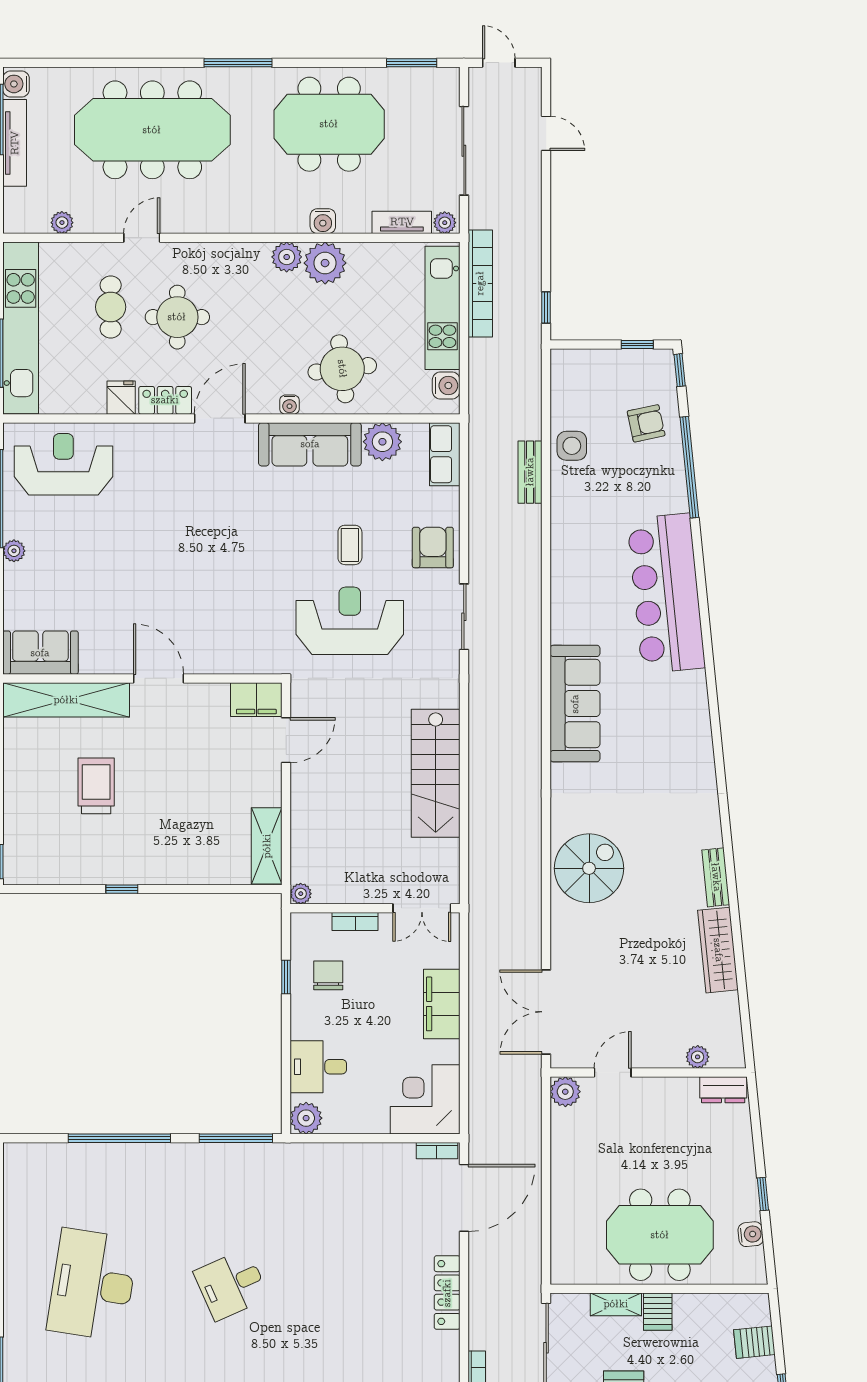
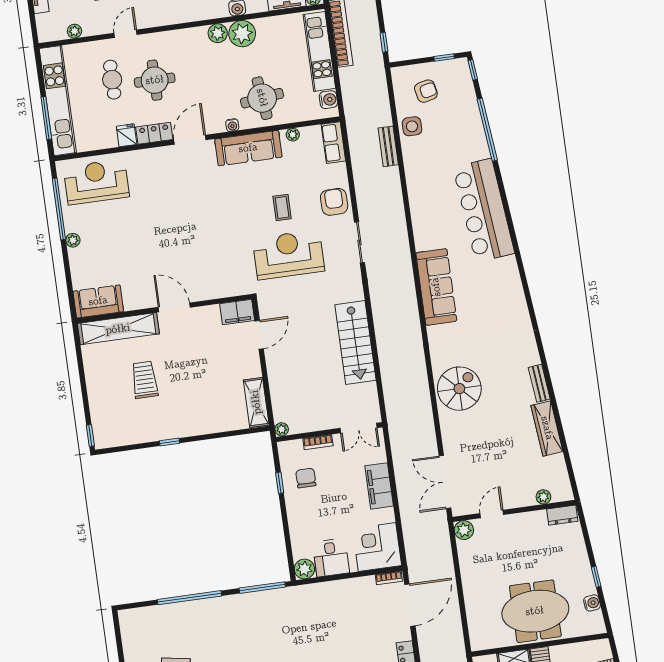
armchair: (646, 423) -> (426, 91), moved
plant: (382, 442) -> (293, 135), width x0.53, depth x0.53
desk: (318, 1067) -> (331, 558), moved, turned -90

